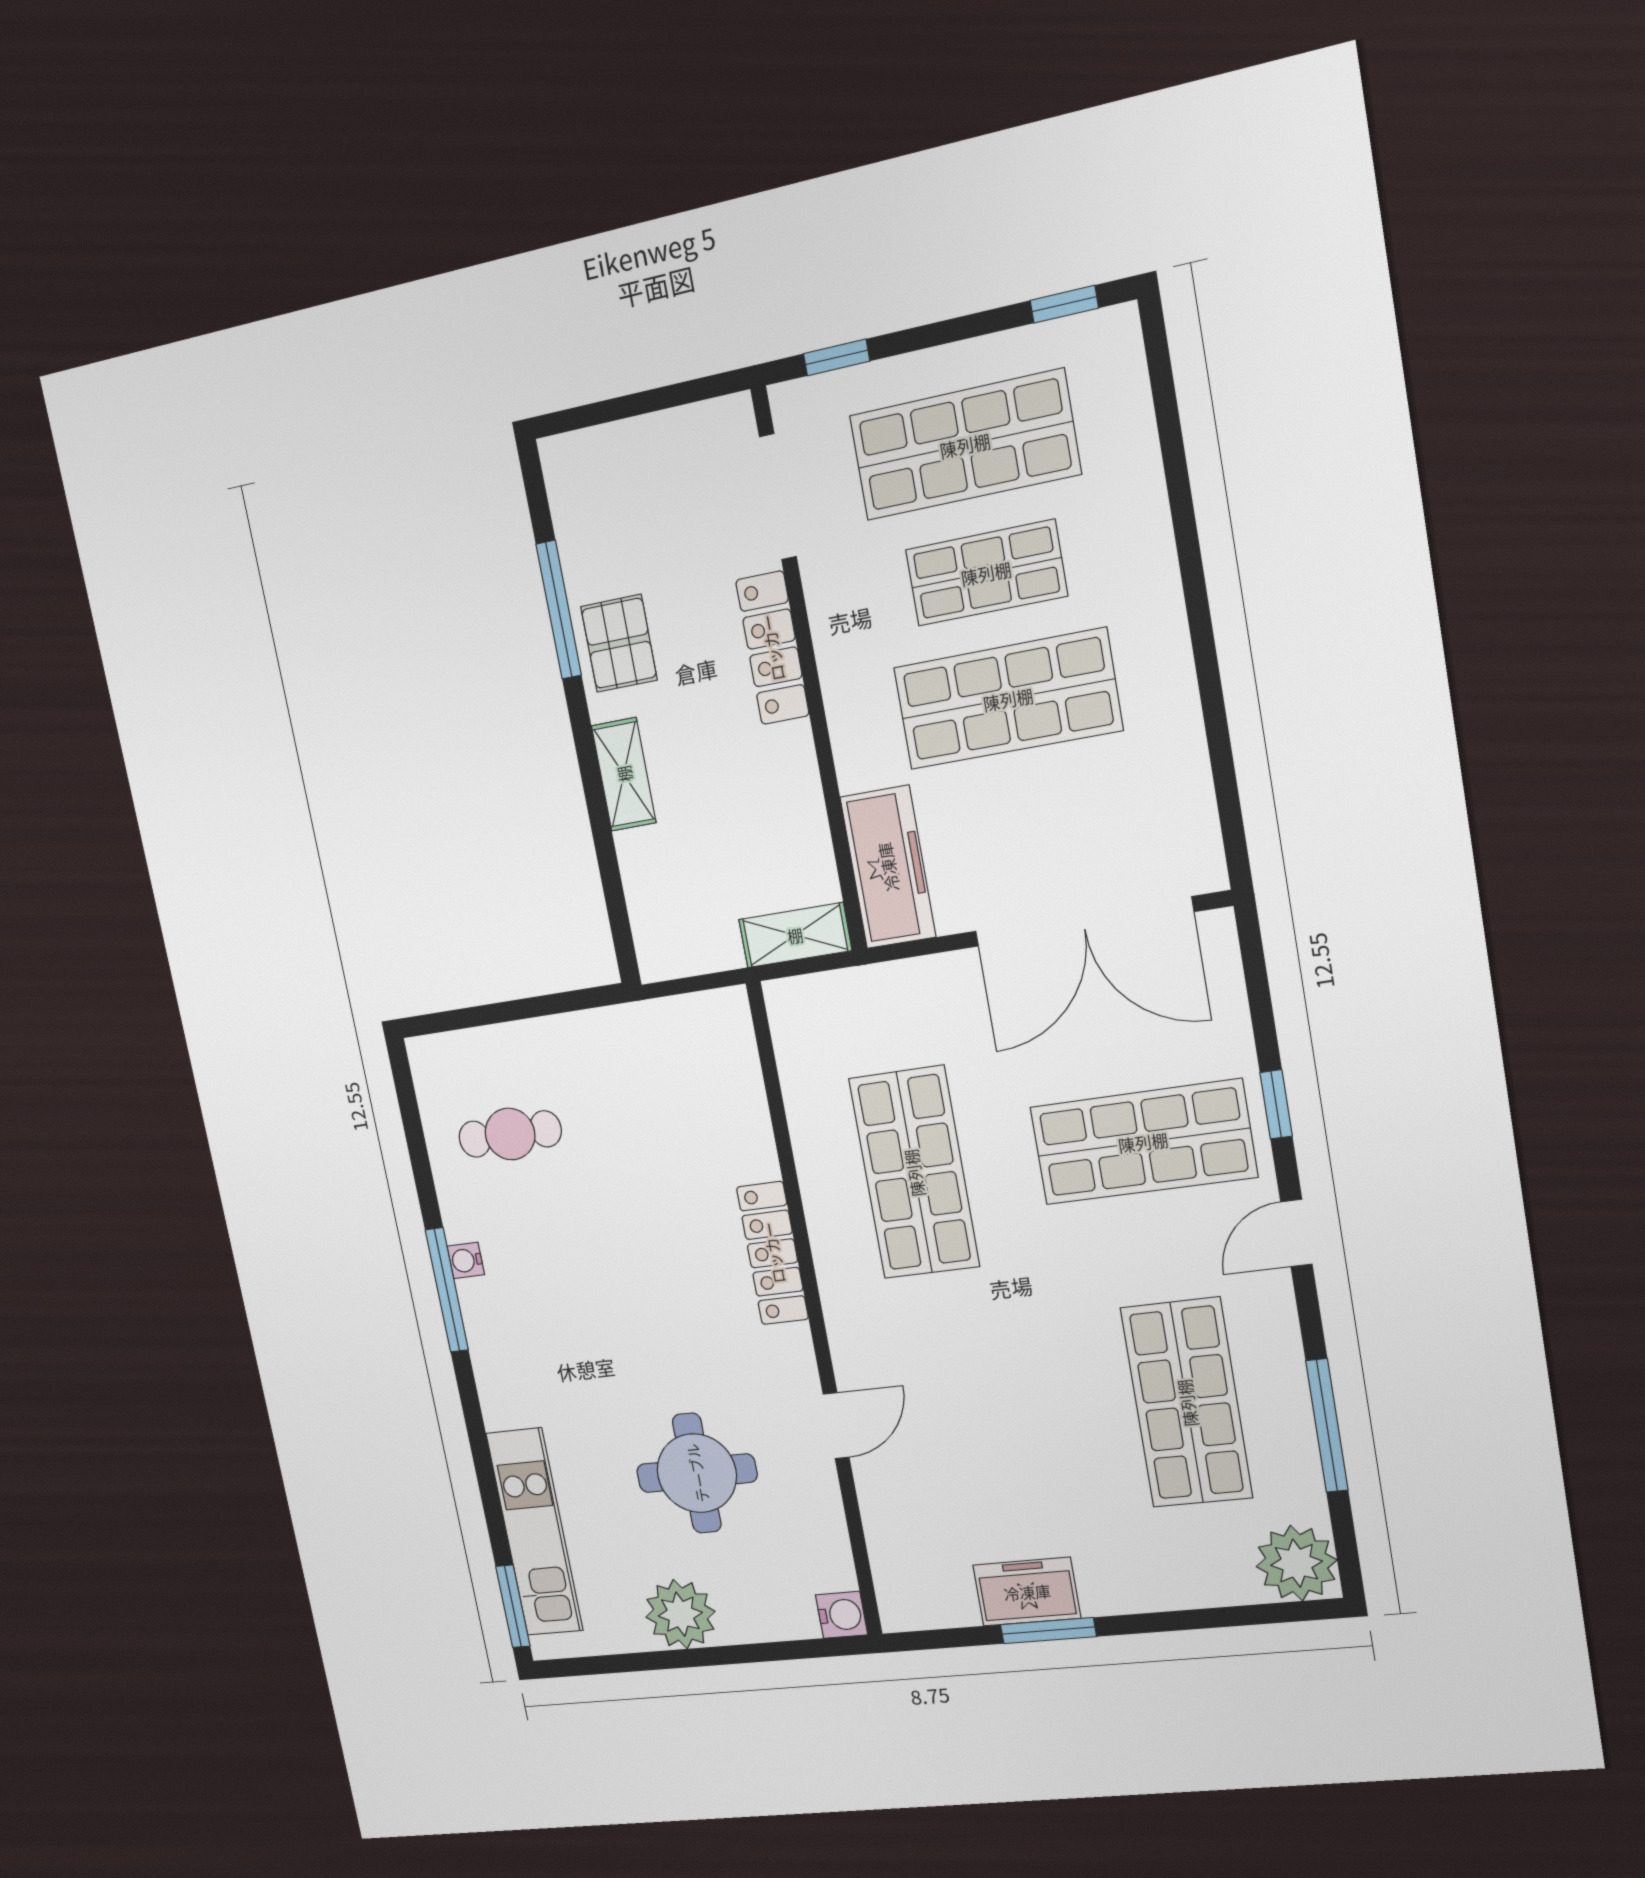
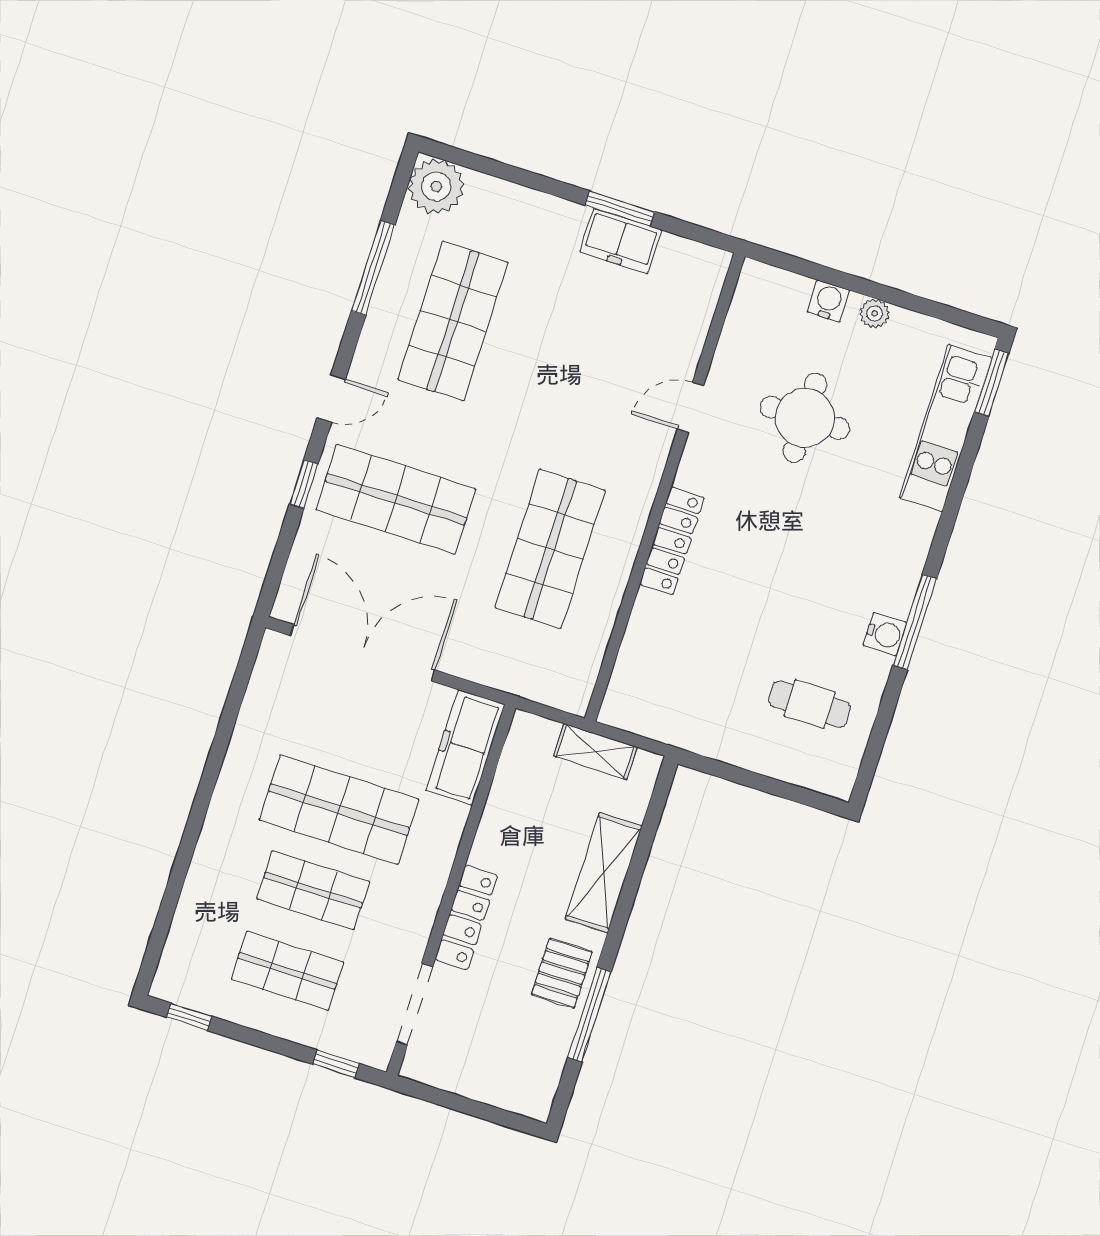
shop shelf: (965, 445) -> (287, 971), width x0.70, depth x0.74
shelving: (624, 774) -> (604, 873), width x1.50, depth x1.33
shelving: (795, 935) -> (595, 751), moved
water cooler: (466, 1260) -> (885, 634), width x1.38, depth x1.38
plant: (680, 1614) -> (875, 313), width x0.53, depth x0.53
water cooler: (842, 1615) -> (829, 301), moved, turned 90

